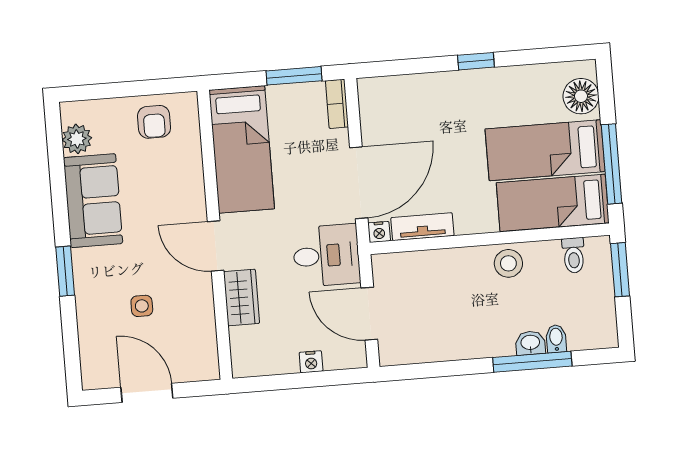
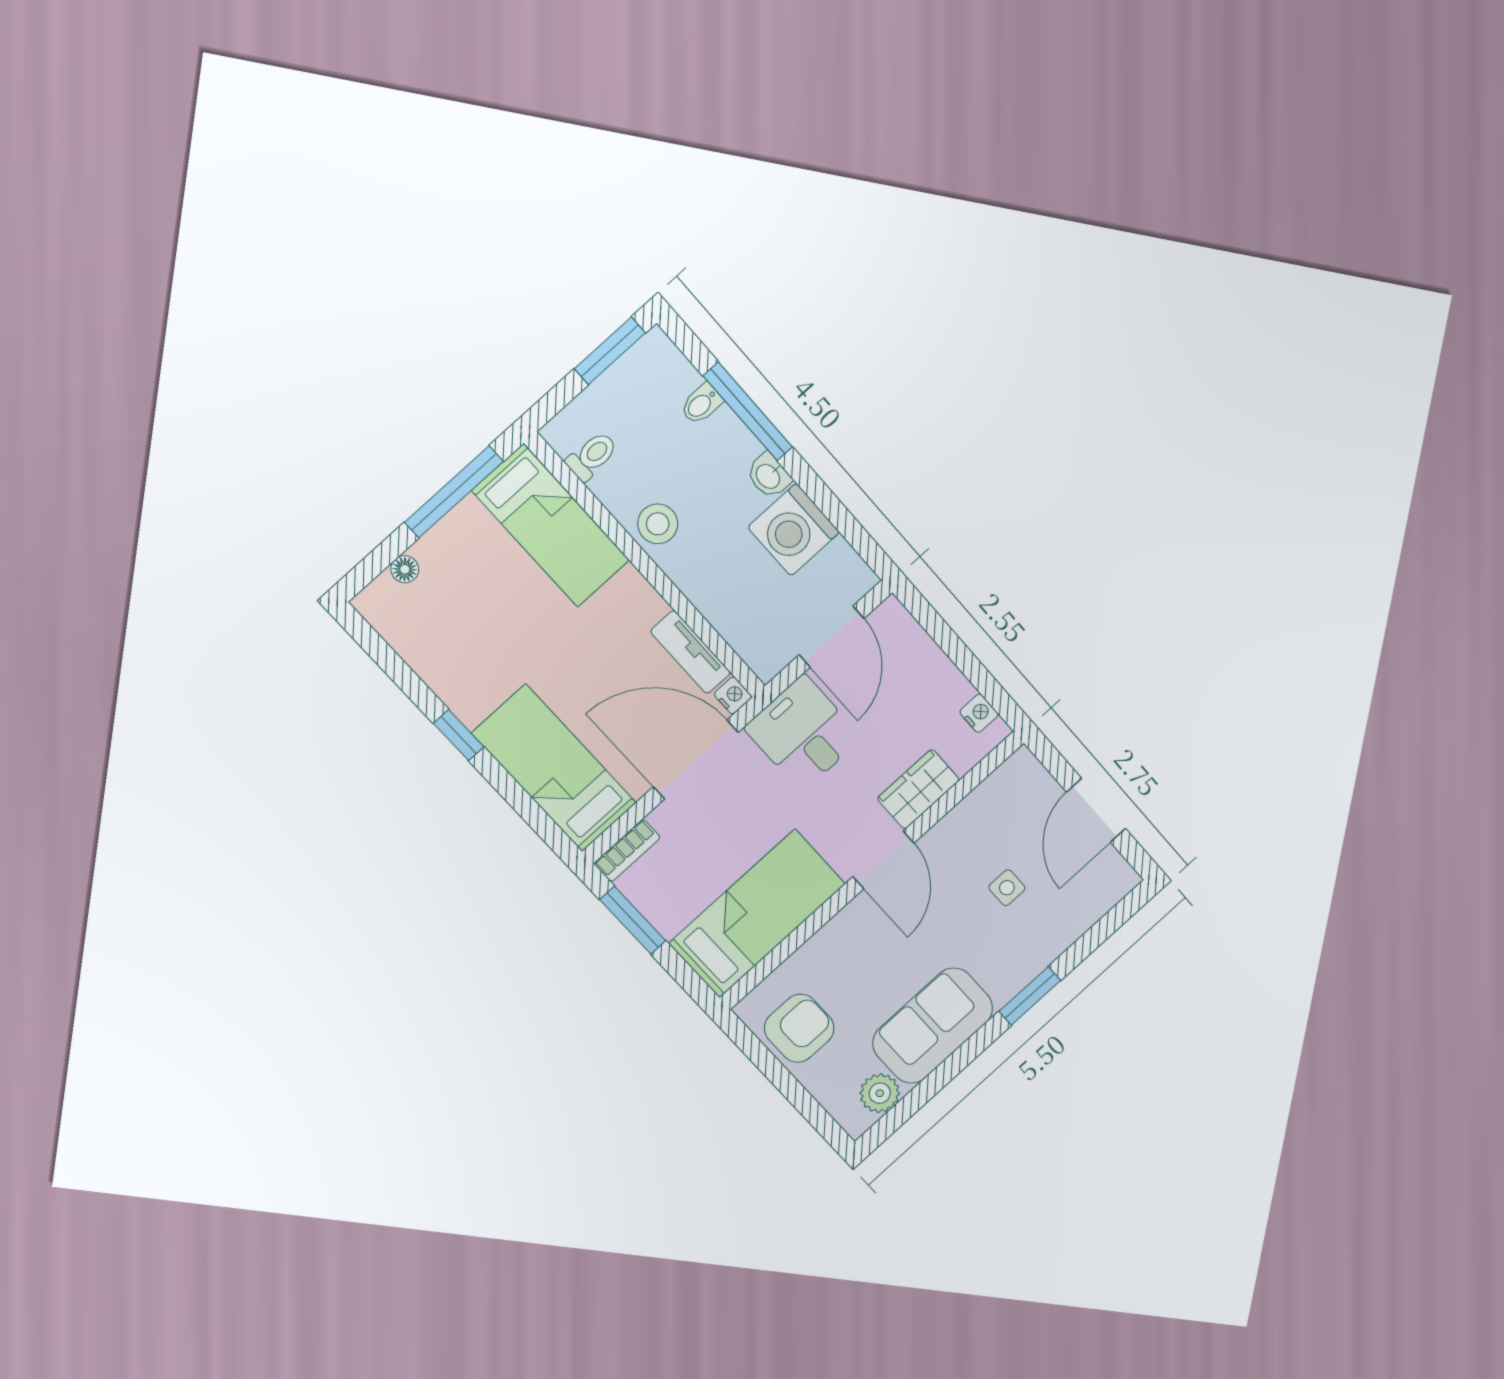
floor lamp: (581, 96) -> (405, 569), width x0.53, depth x0.53
armchair: (154, 122) -> (799, 1028), width x1.38, depth x1.38
bed: (545, 150) -> (554, 768), moved, turned 180
window: (620, 270) -> (610, 351), moved
washing machine: (447, 338) -> (794, 530), added
washbasin: (530, 343) -> (769, 476), moved
nightstand: (311, 362) -> (979, 713), moved

